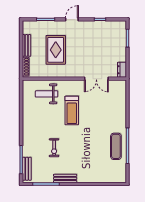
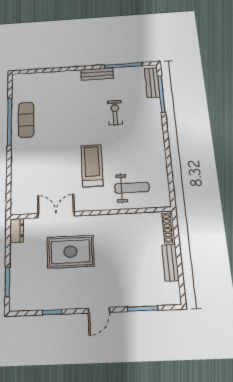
rug: (56, 50) -> (70, 252), moved, turned 90

